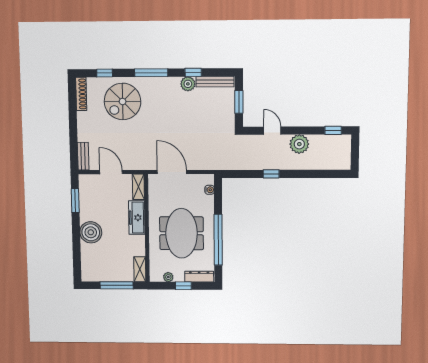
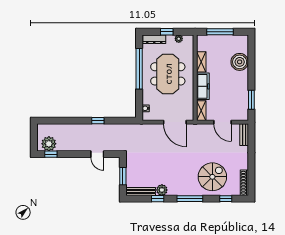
plant: (299, 144) -> (49, 144), moved
boiler: (91, 232) -> (240, 62), moved
shelving: (140, 269) -> (201, 62), moved

